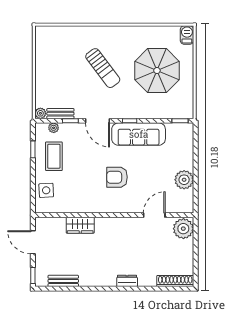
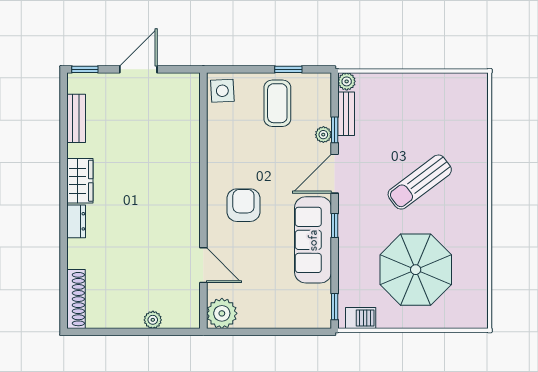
barbecue: (187, 35) -> (361, 318), moved
plant: (54, 128) -> (323, 135), moved
coffee table: (54, 156) -> (277, 103), turned 90
plant: (184, 180) -> (222, 313), moved
wall: (114, 215) -> (203, 201), moved
door: (154, 215) -> (203, 265), moved
wardrobe: (80, 225) -> (80, 181), moved, turned 180
plant: (183, 229) -> (153, 320), width x0.53, depth x0.53

